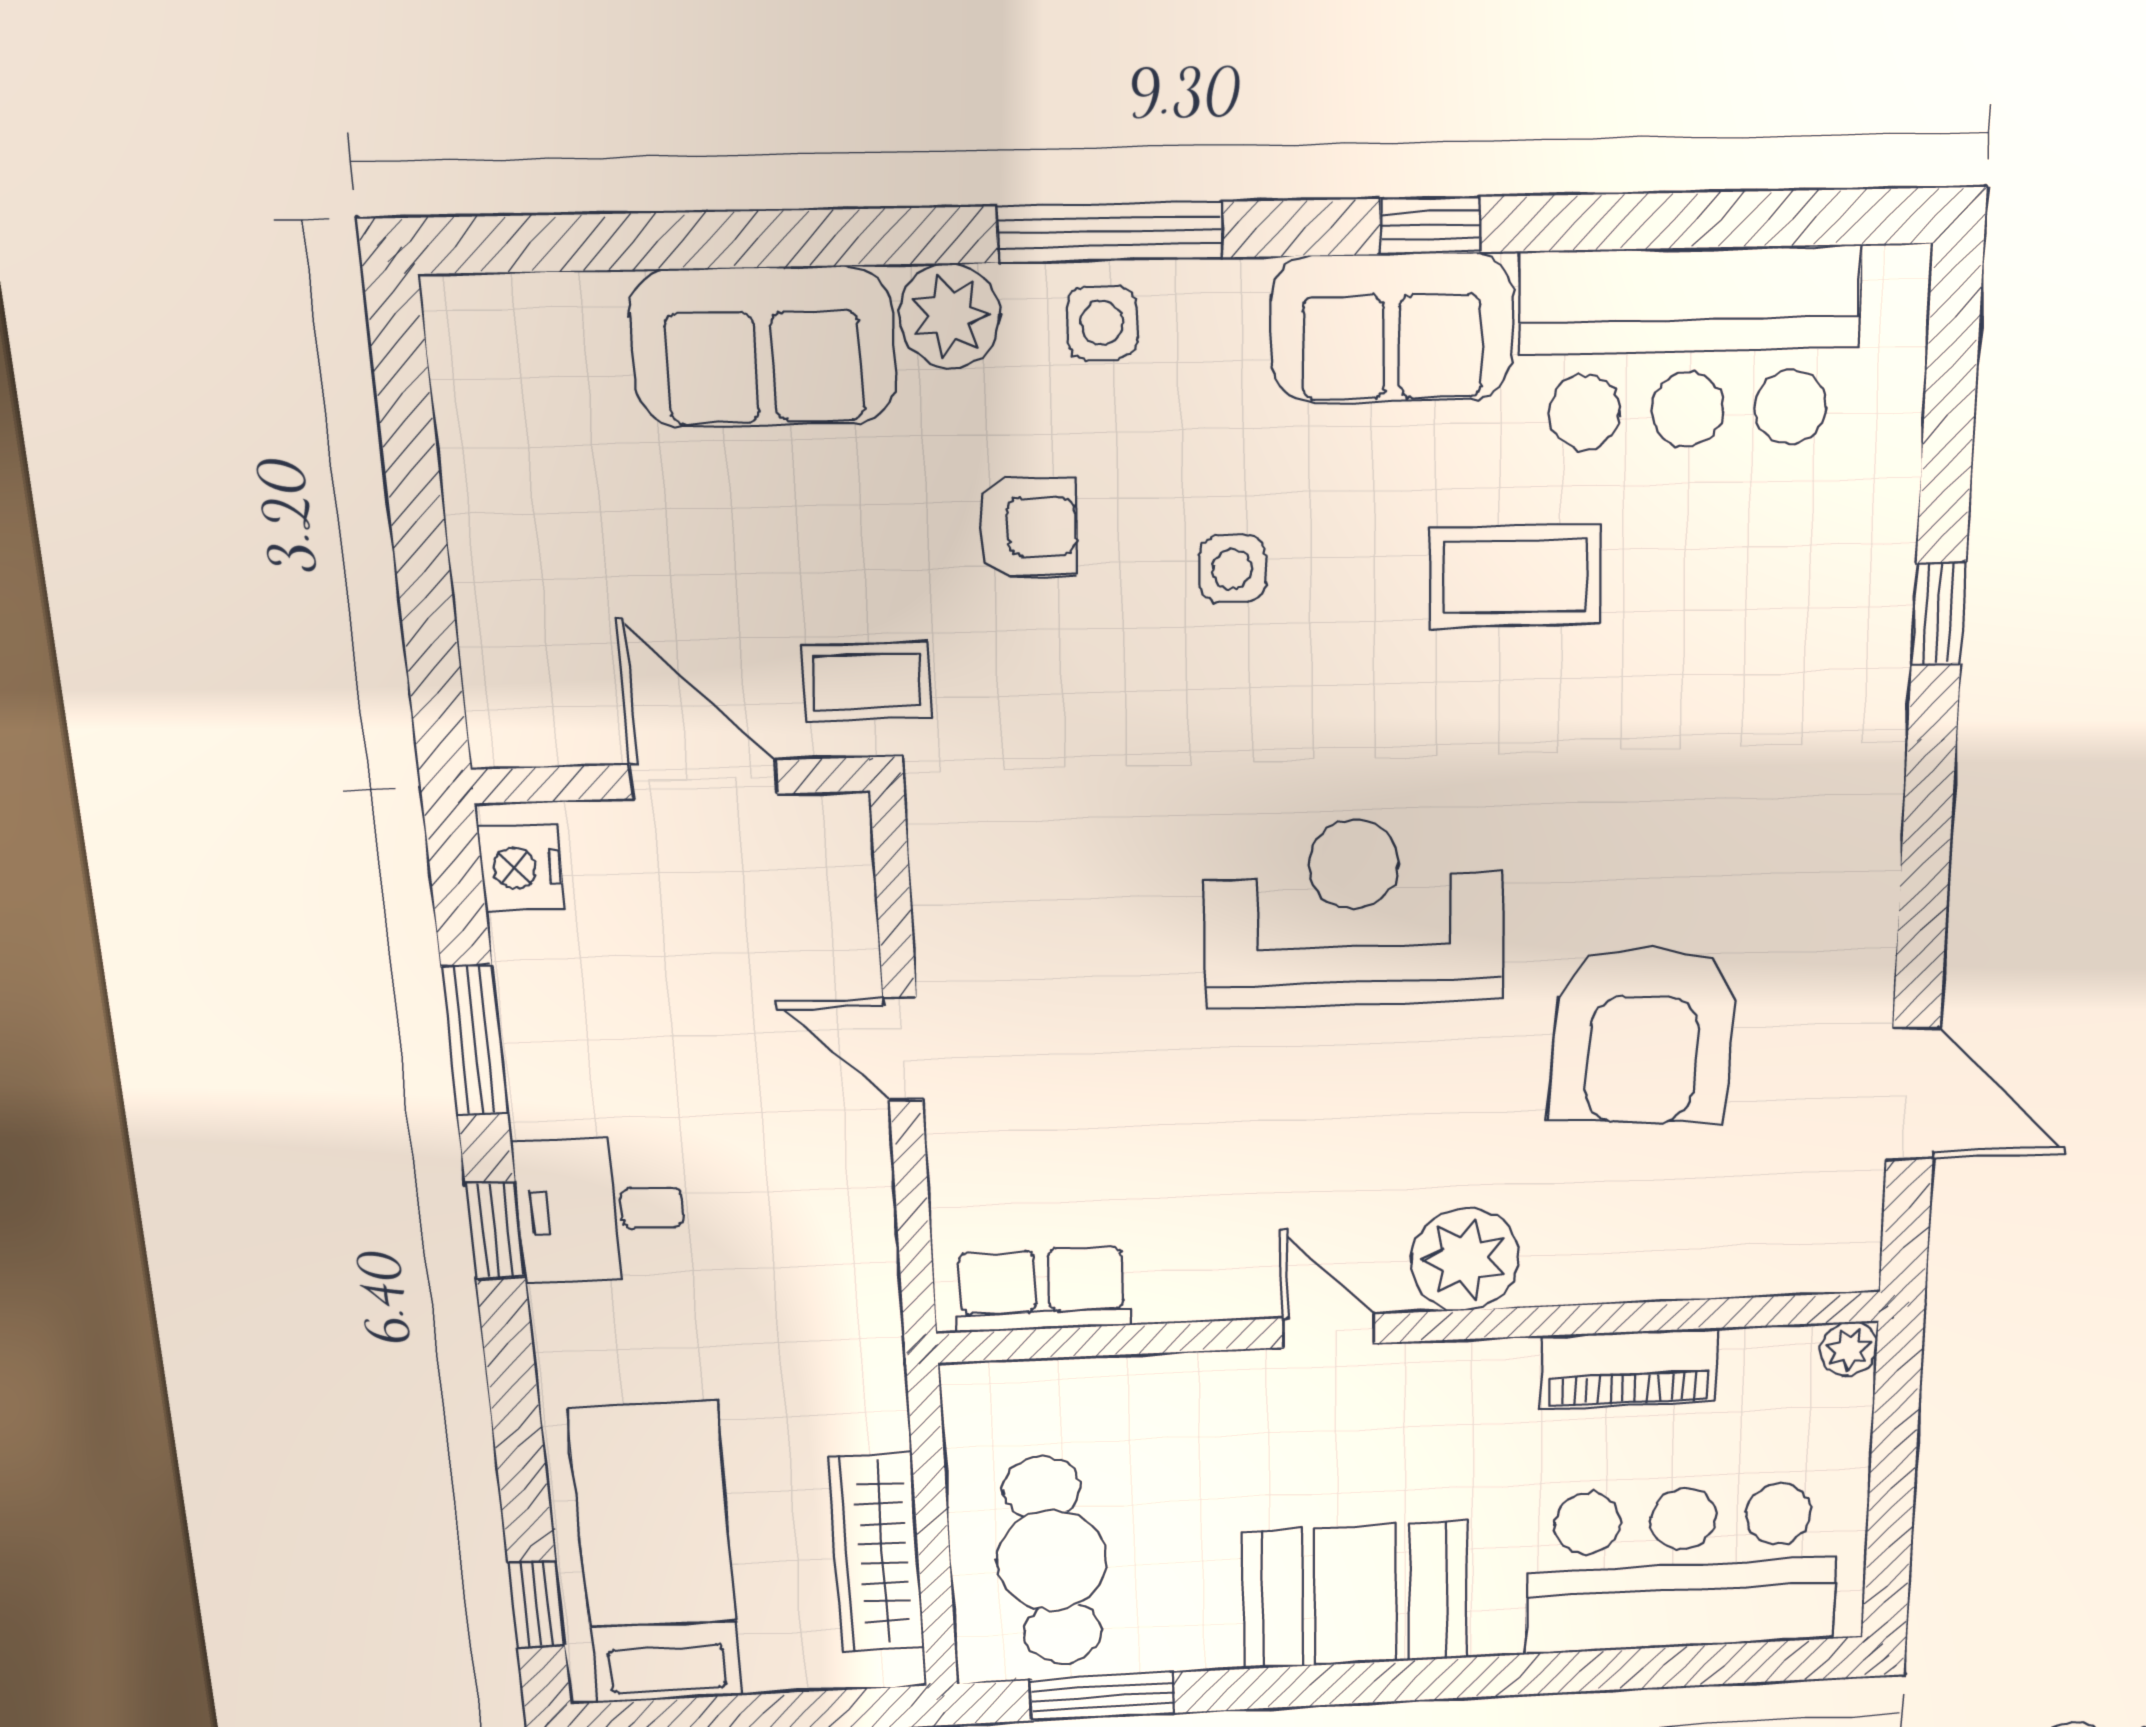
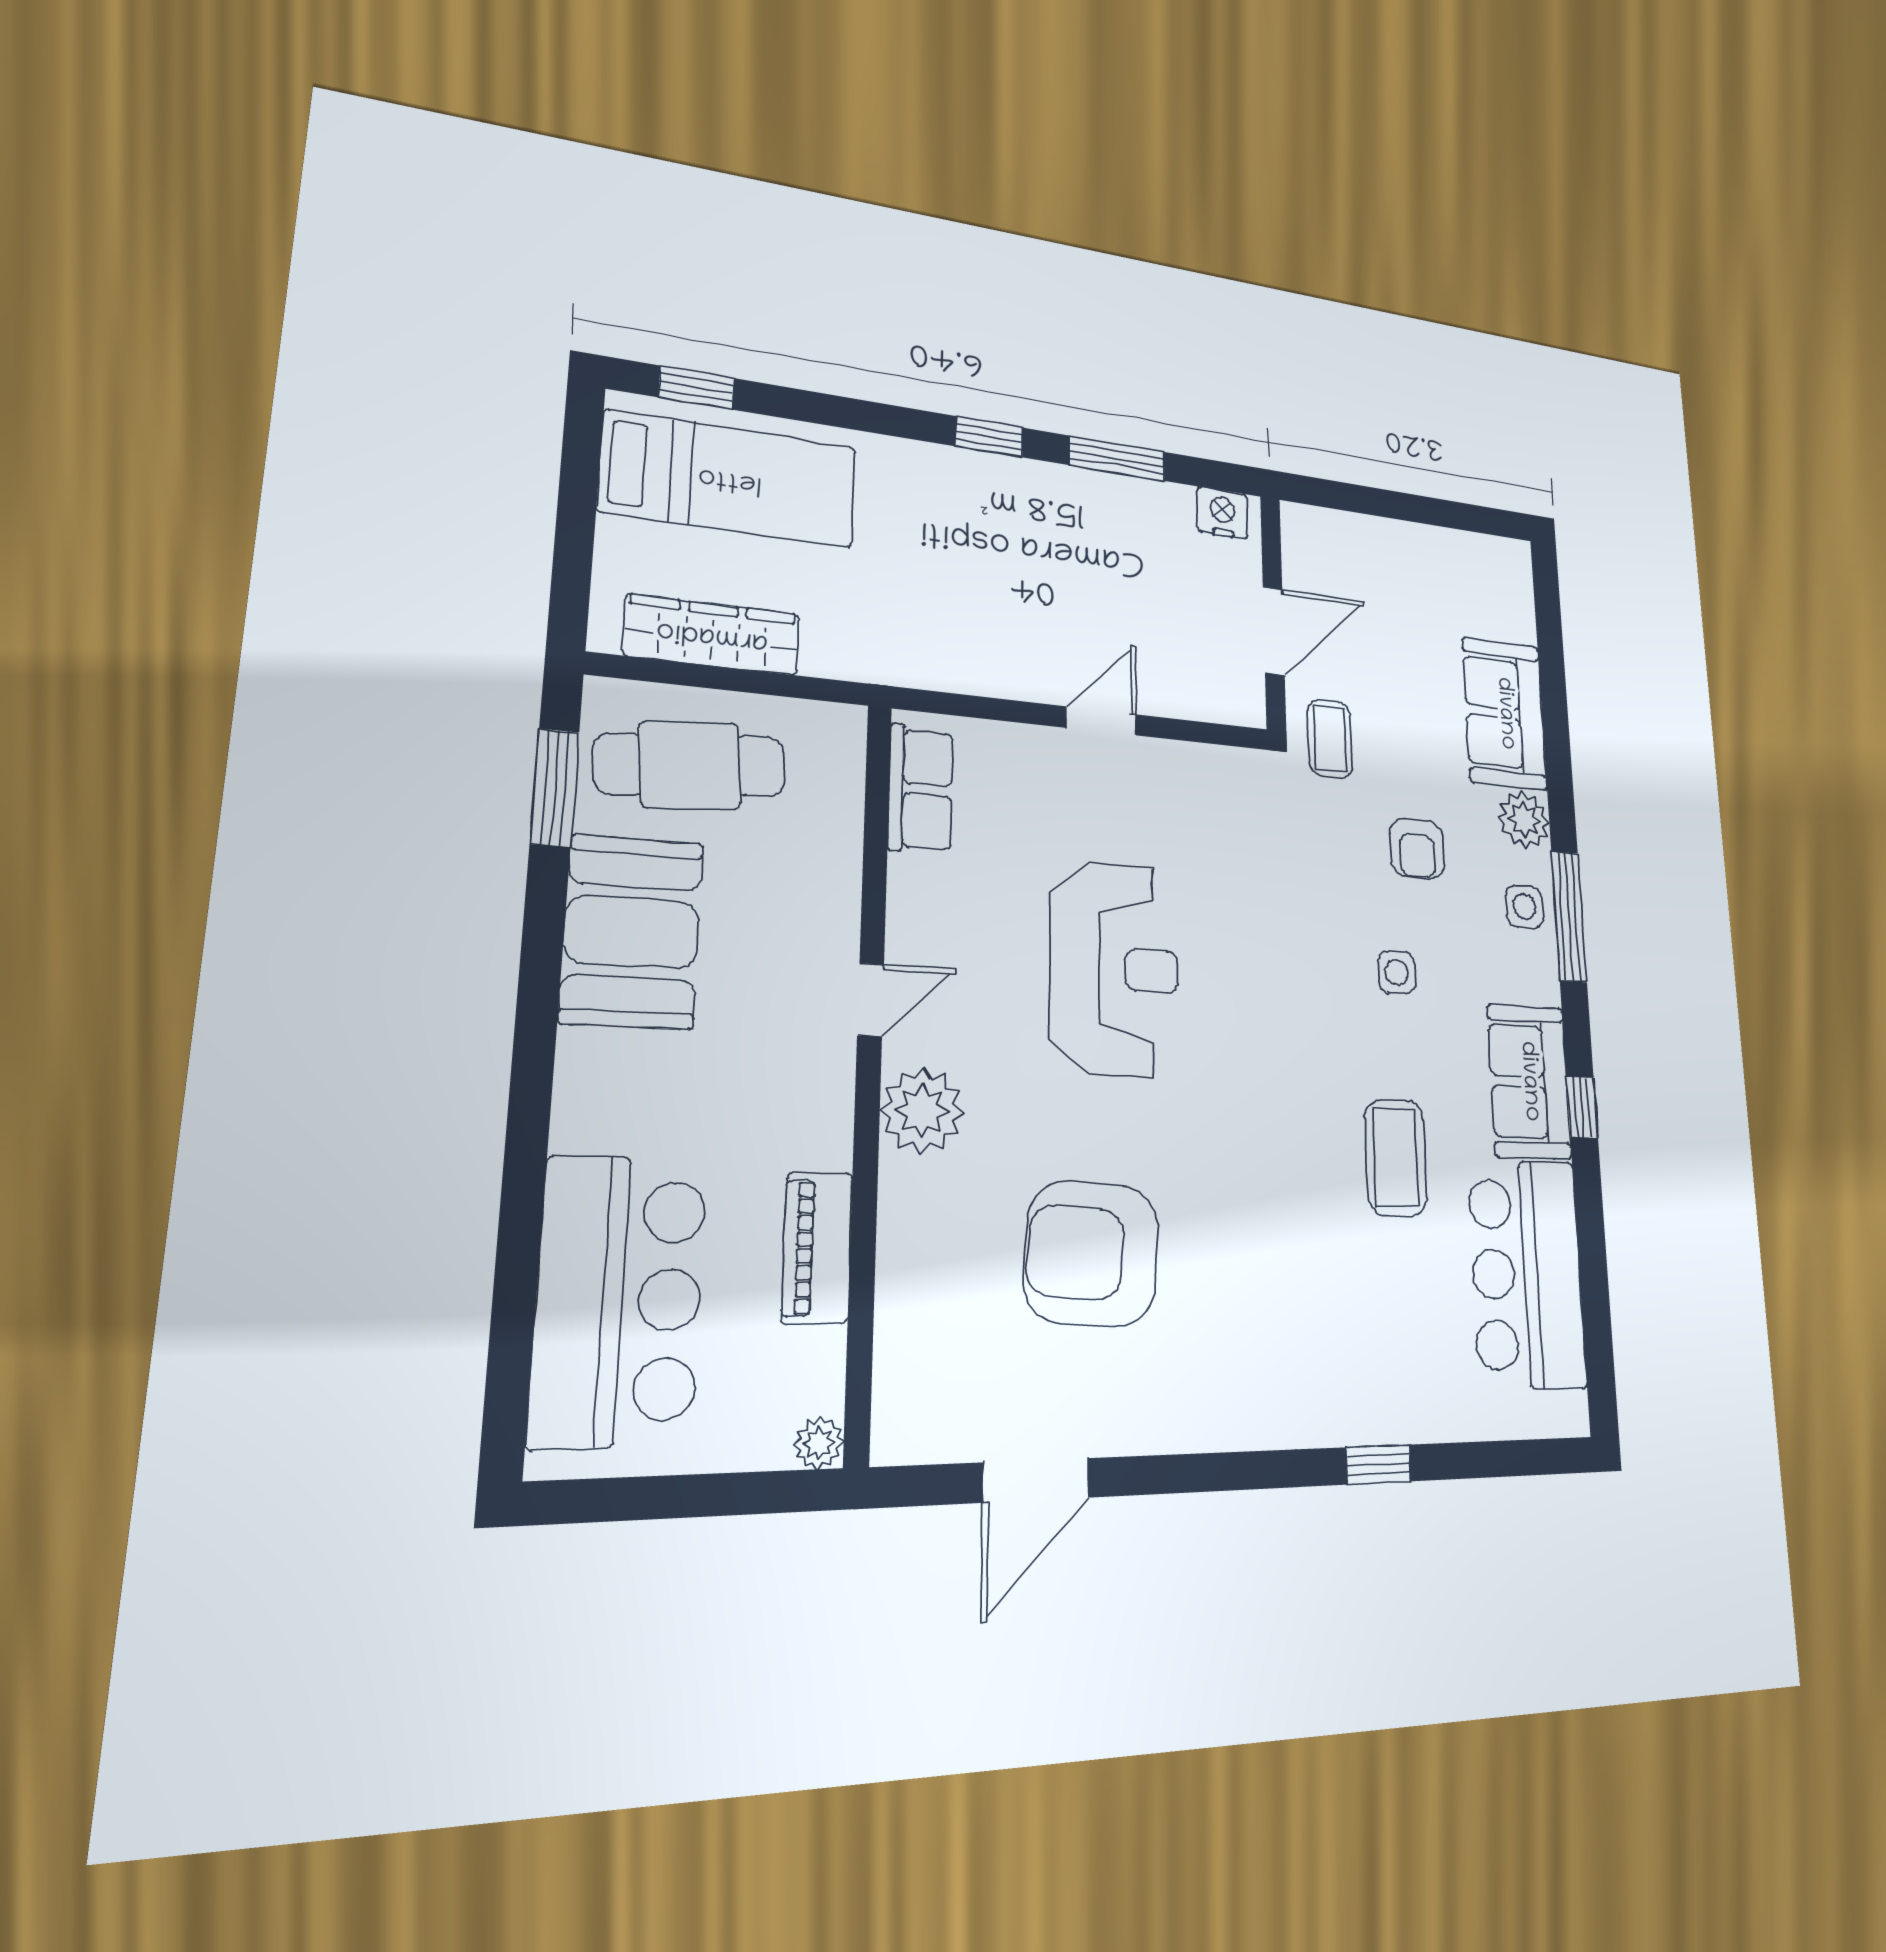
reception desk: (1354, 913) -> (1115, 969), moved
desk: (601, 1210) -> (999, 506), removed
booth: (1355, 1595) -> (632, 932), moved

